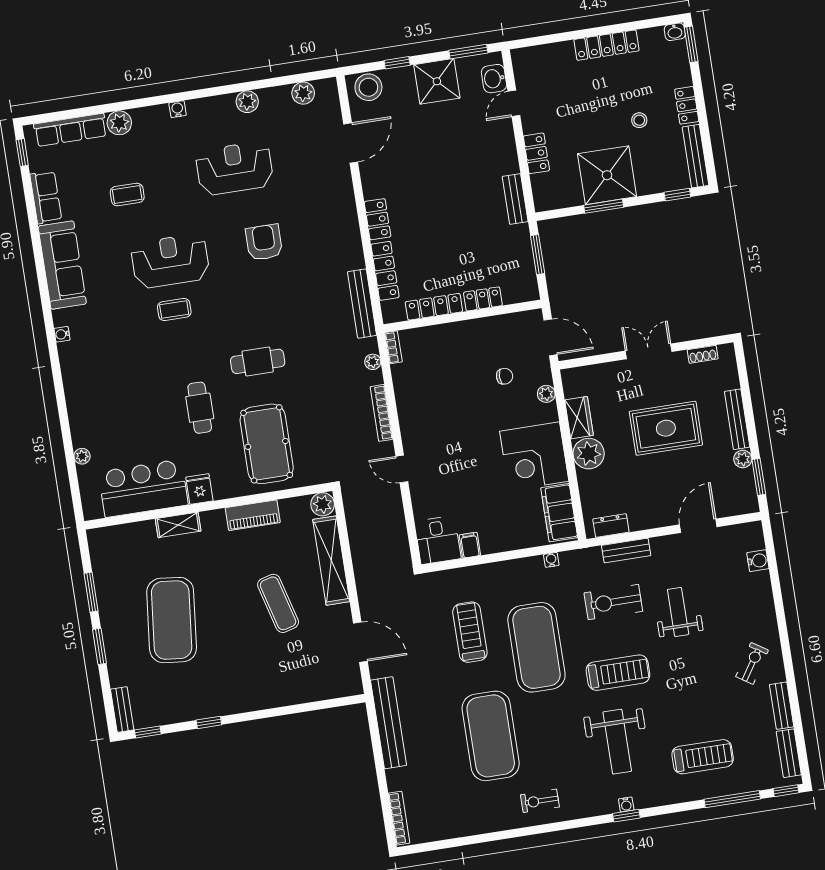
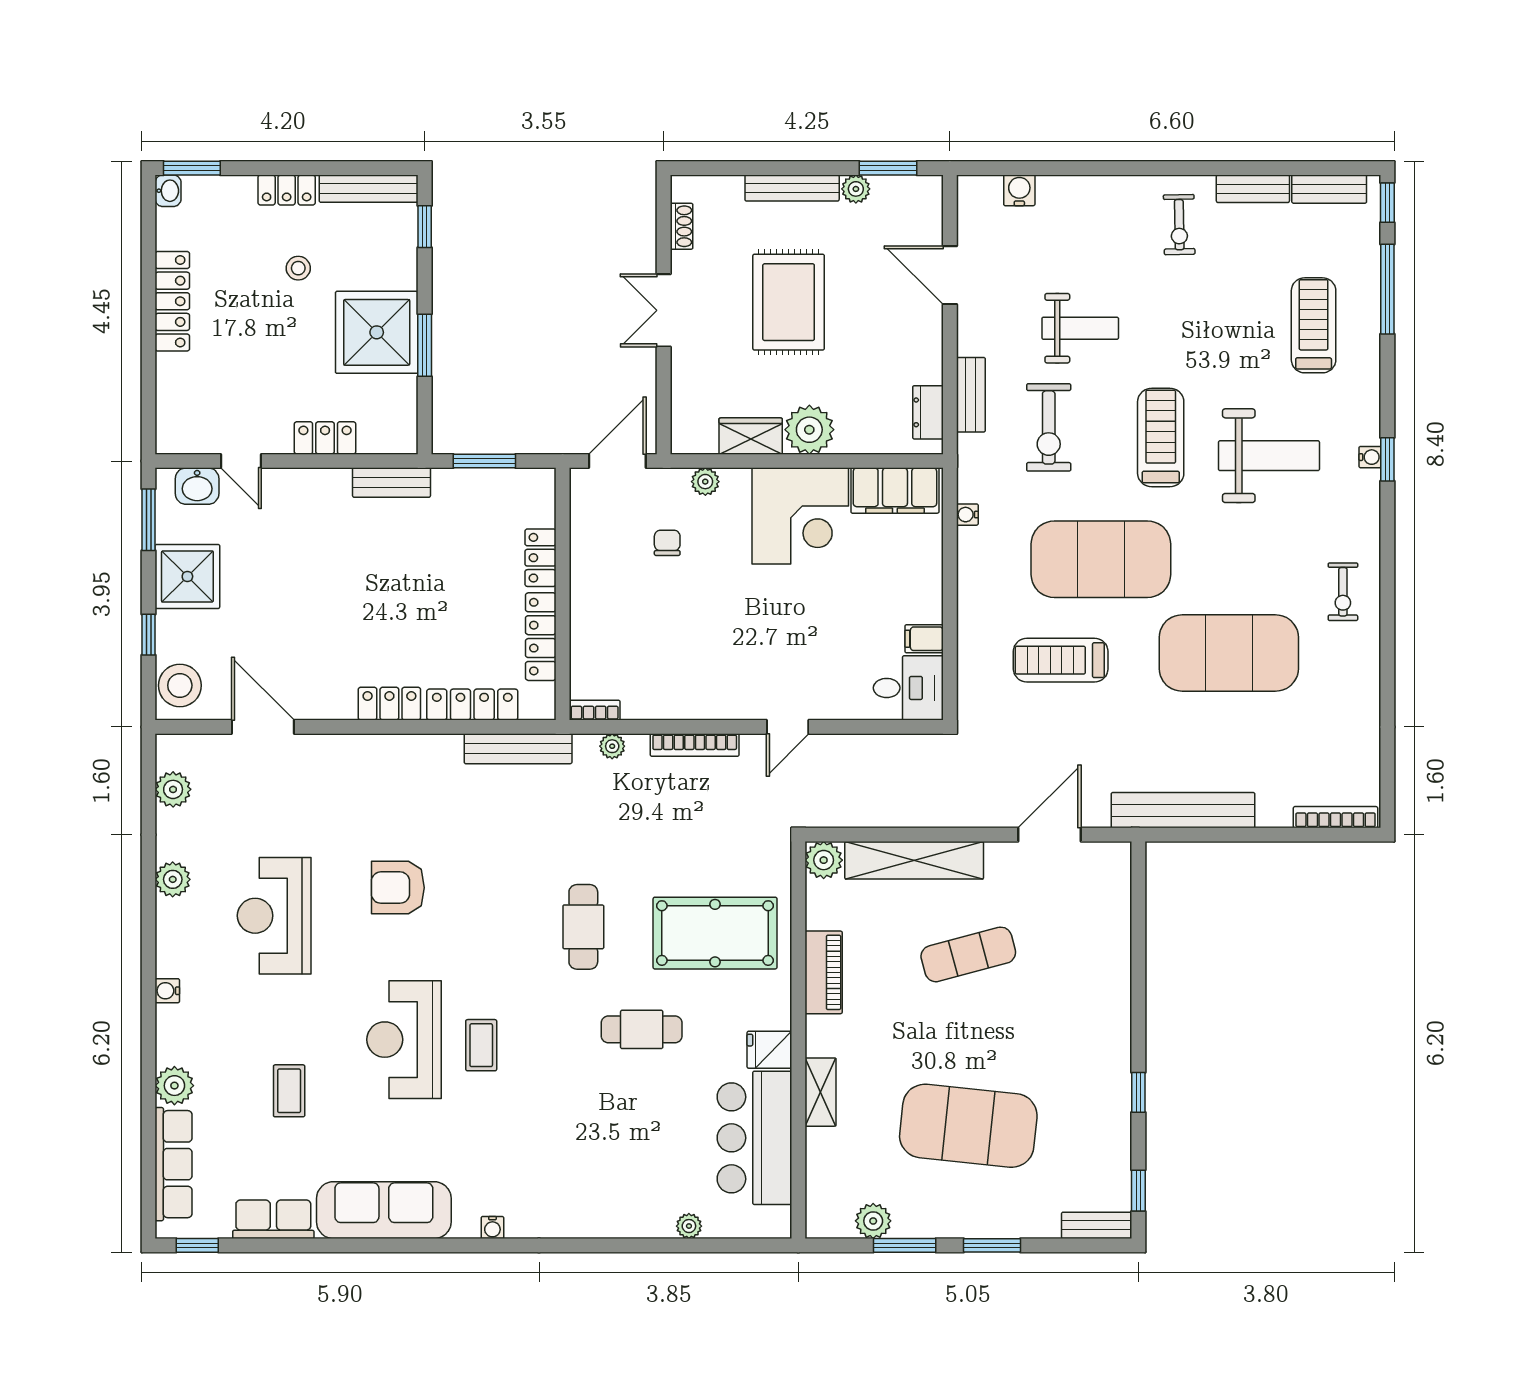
plant: (103, 570) -> (873, 1221), added
weight bench: (678, 612) -> (1080, 328), turned 180
exercise bike: (752, 663) -> (1179, 225), turned -124

